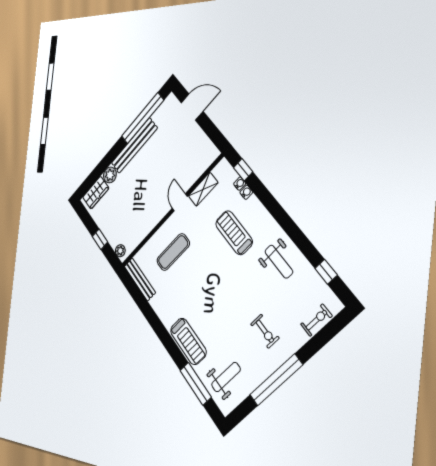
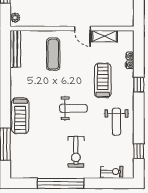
window: (243, 170) -> (139, 85), moved
door: (180, 202) -> (83, 28), swing flipped
exercise mat: (173, 252) -> (53, 54), turned 90
exercise bike: (265, 331) -> (76, 152), width x1.38, depth x1.39
weight bench: (226, 377) -> (73, 108), moved

